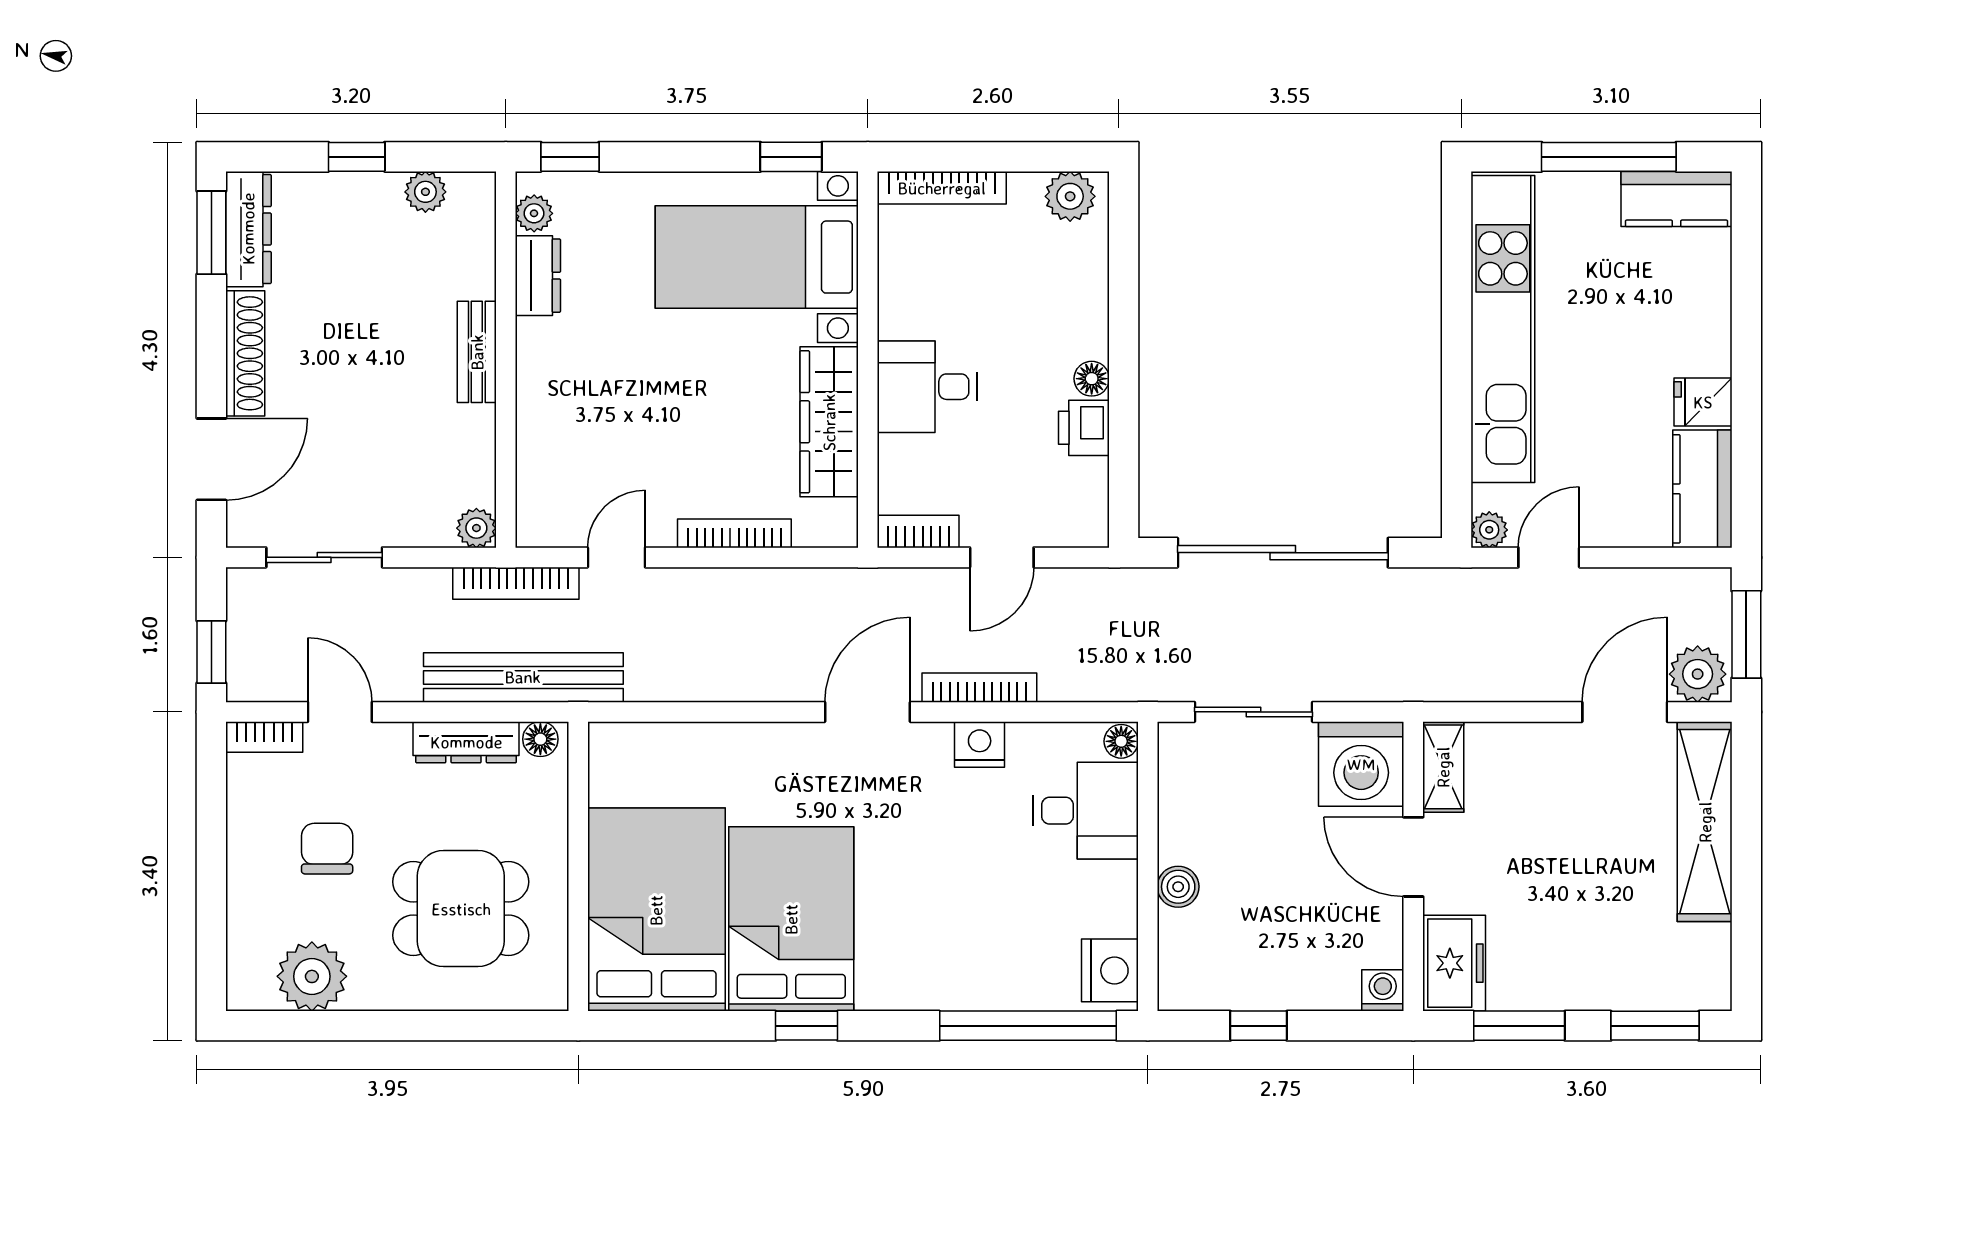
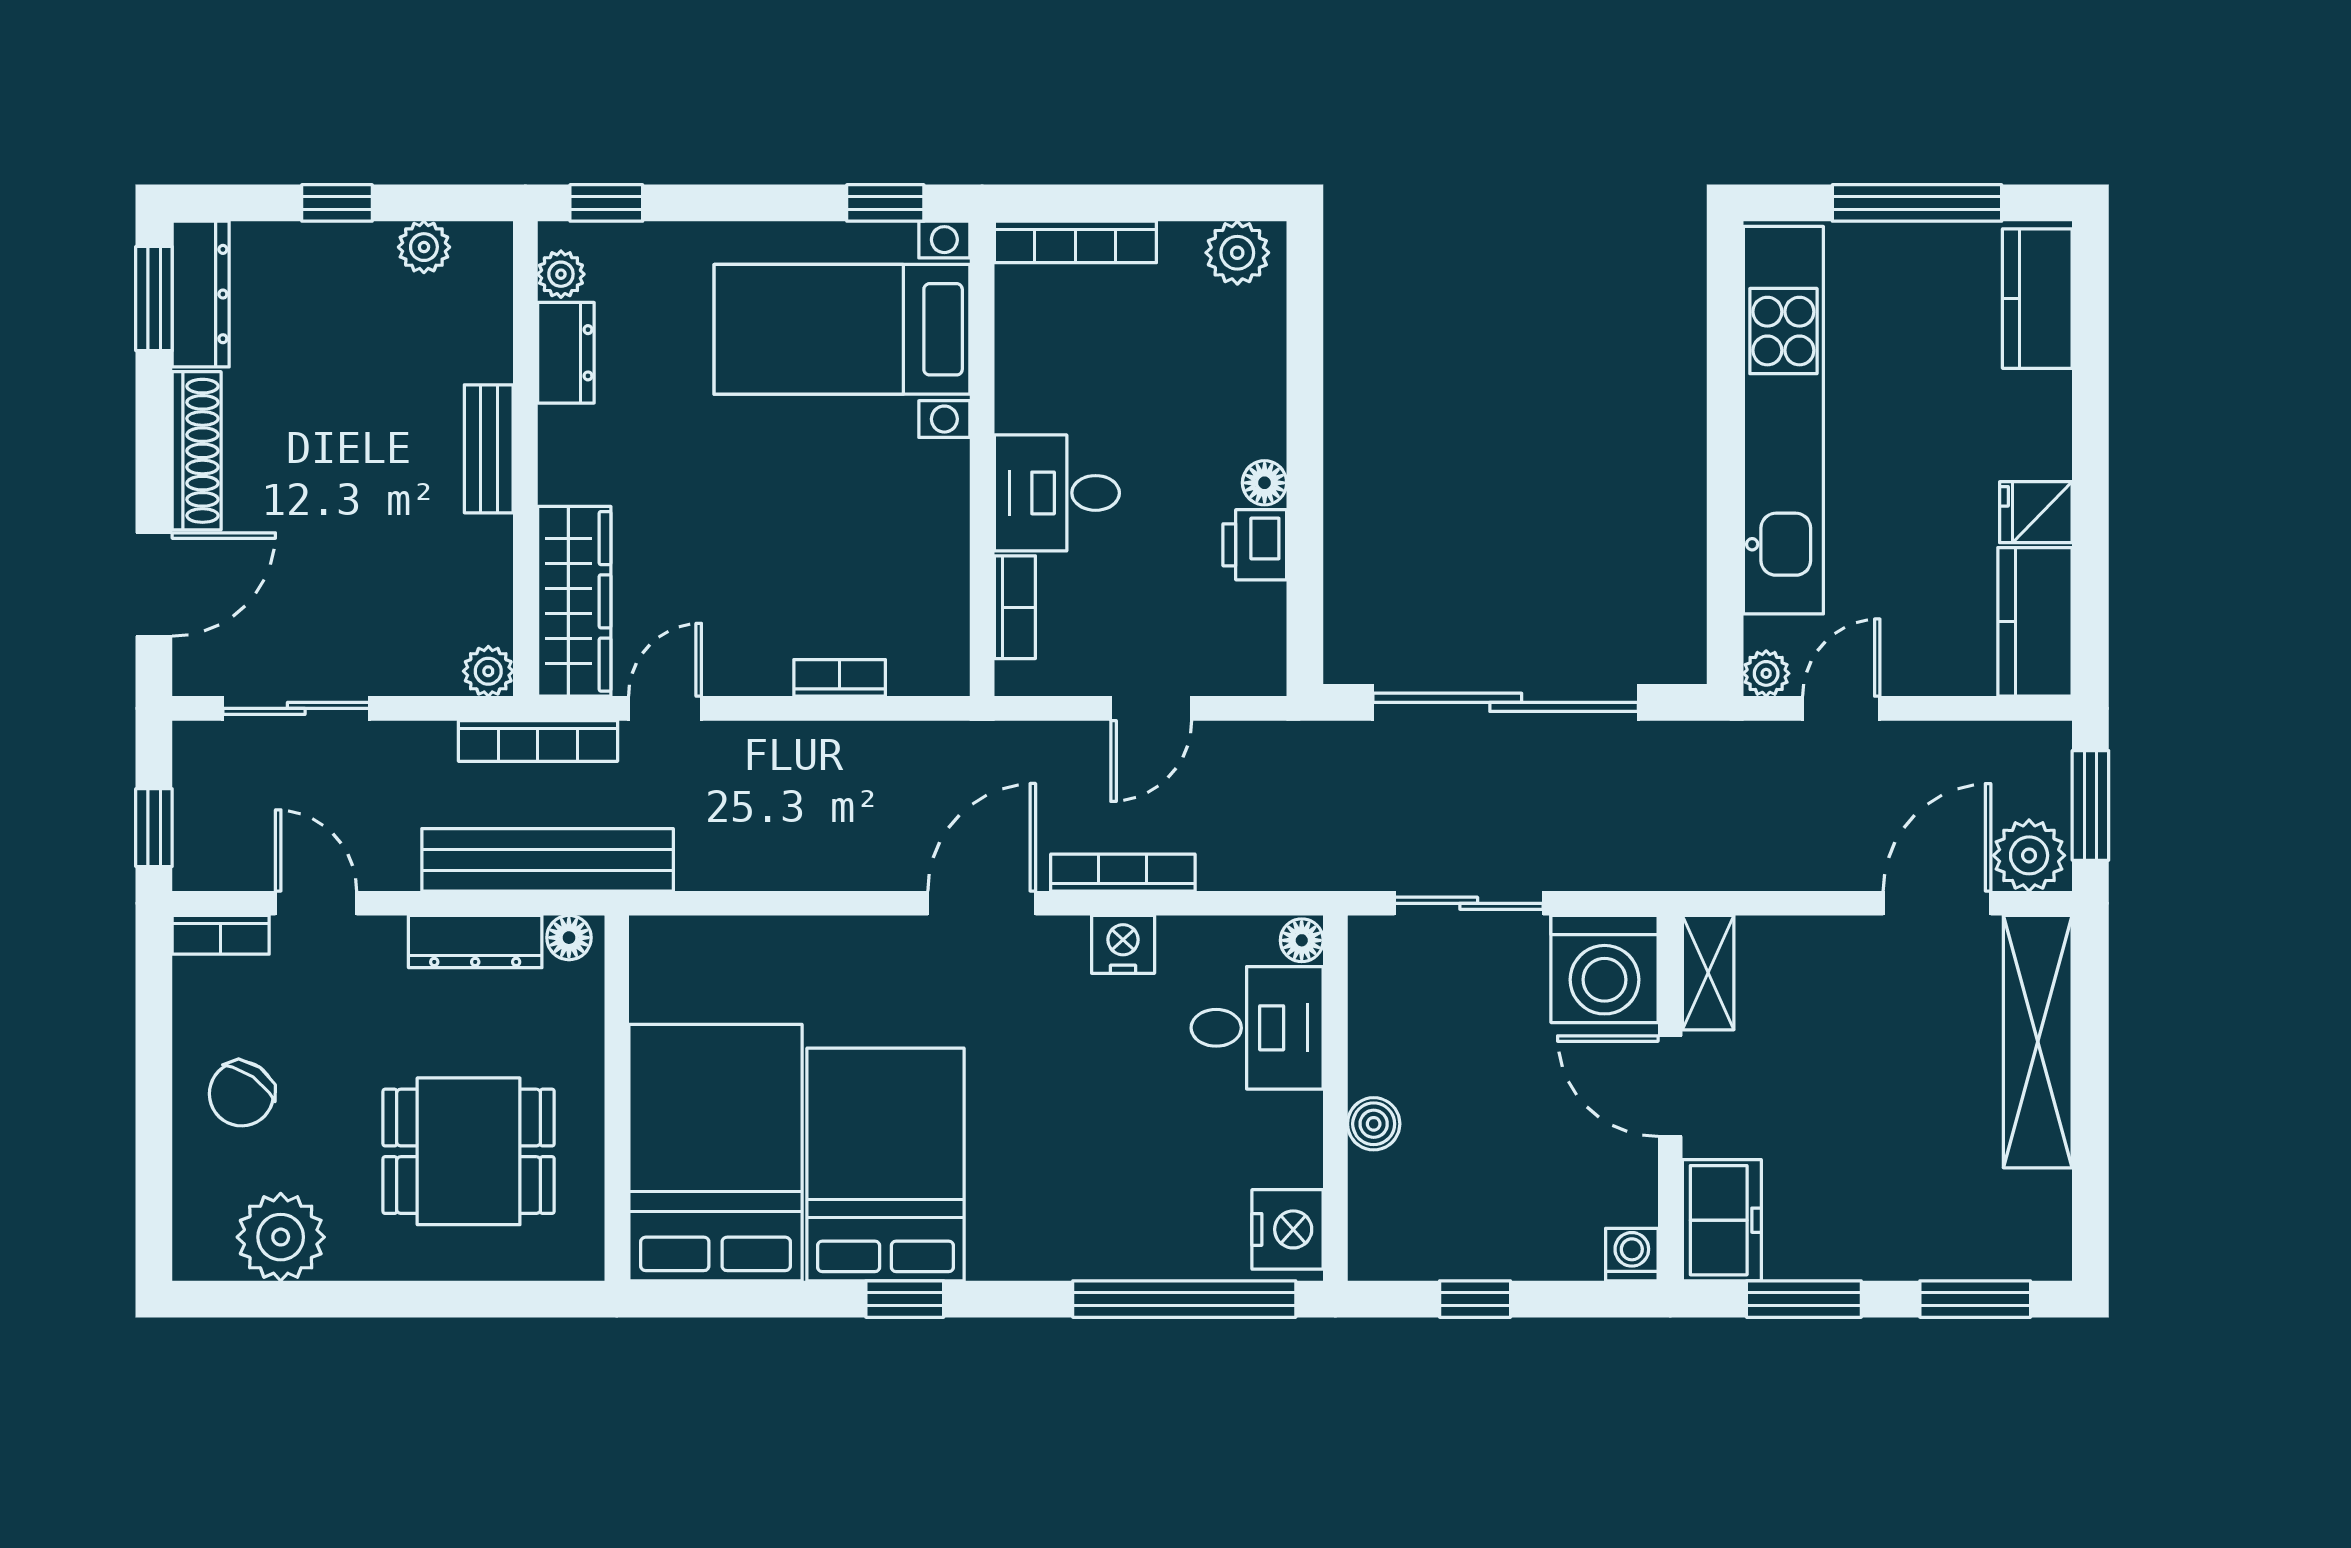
kitchen counter: (1677, 199) -> (2037, 299), moved, turned 90
wardrobe: (829, 422) -> (574, 601), moved, turned 180
bookcase: (918, 532) -> (1015, 607), moved, turned 90
bookcase: (734, 533) -> (840, 678), width x0.64
chair: (327, 849) -> (241, 1094), moved, turned -145

